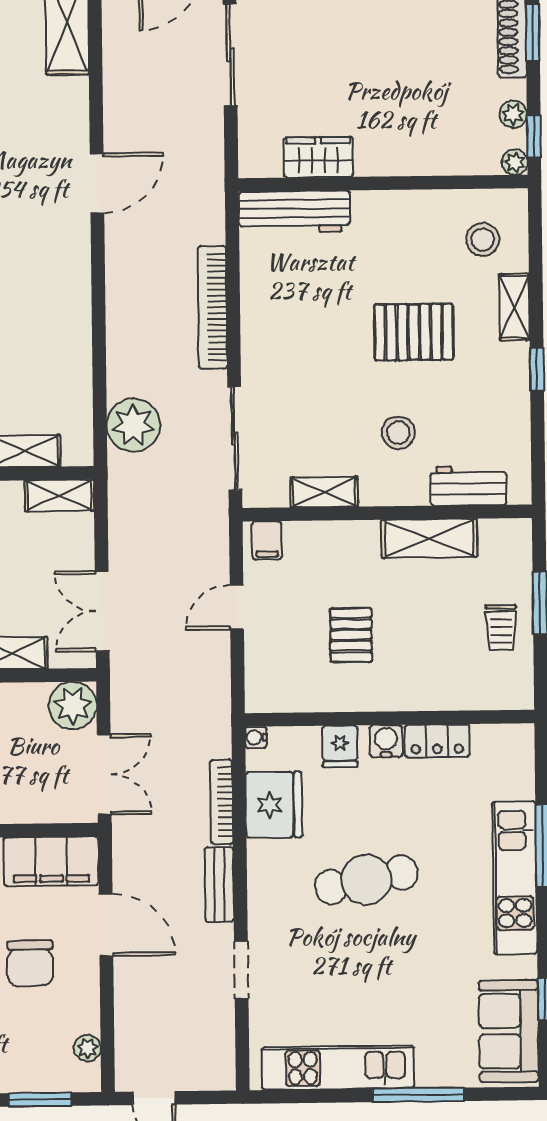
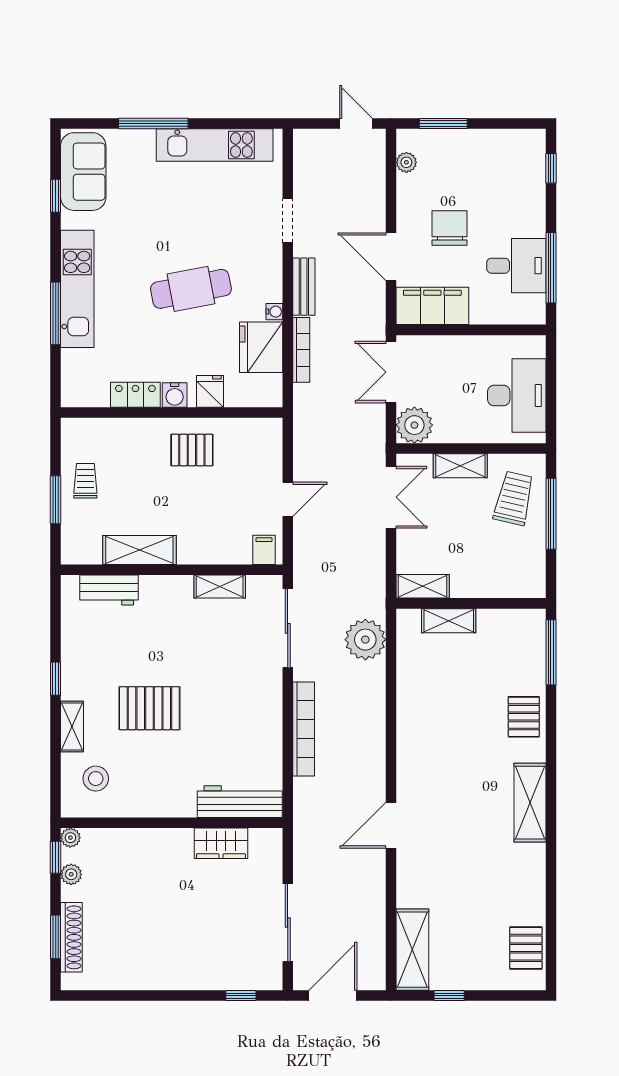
stool: (398, 433) -> (162, 631), removed
pallet: (351, 635) -> (192, 450), moved, turned 90
water cooler: (256, 737) -> (274, 312), moved

